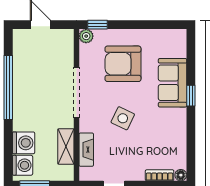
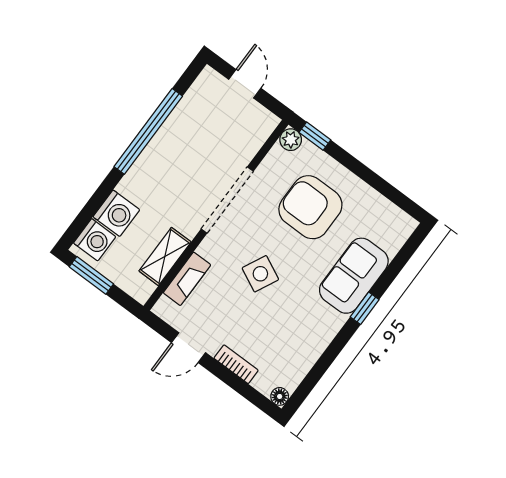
bookcase: (160, 175) -> (236, 364), moved

